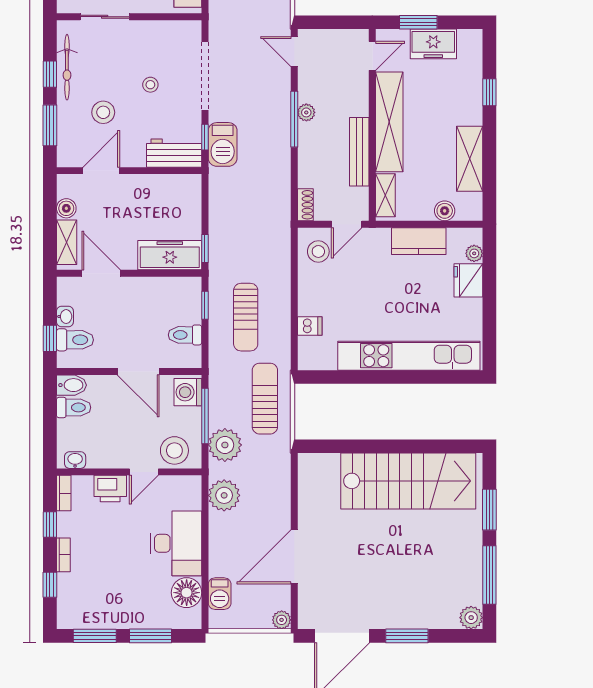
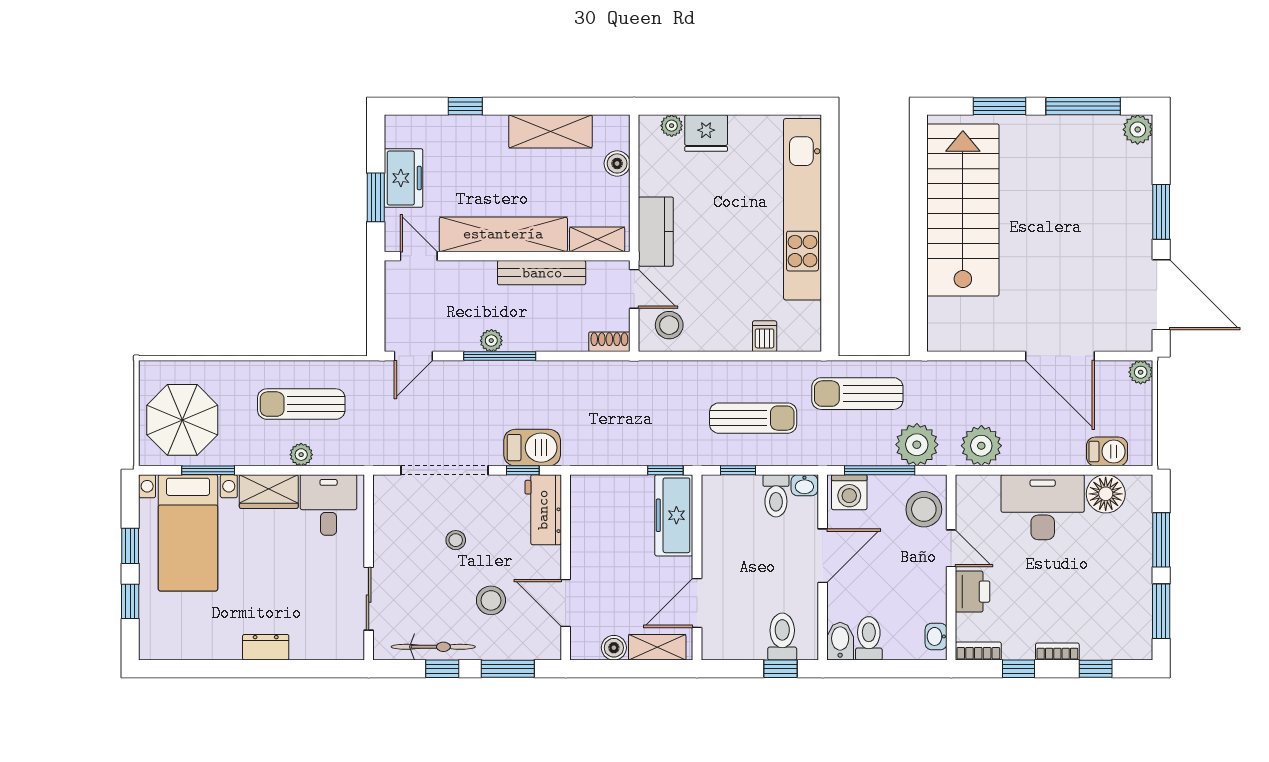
kitchen counter: (419, 241) -> (656, 232), moved
washbasin: (65, 317) -> (804, 485), moved, turned 180

